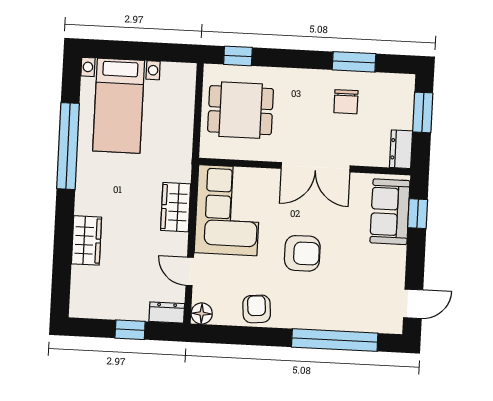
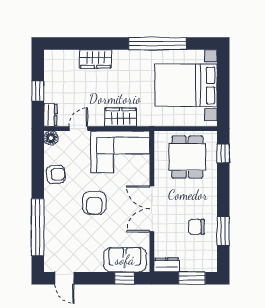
bed with nightstands: (119, 106) -> (186, 85), width x1.36

